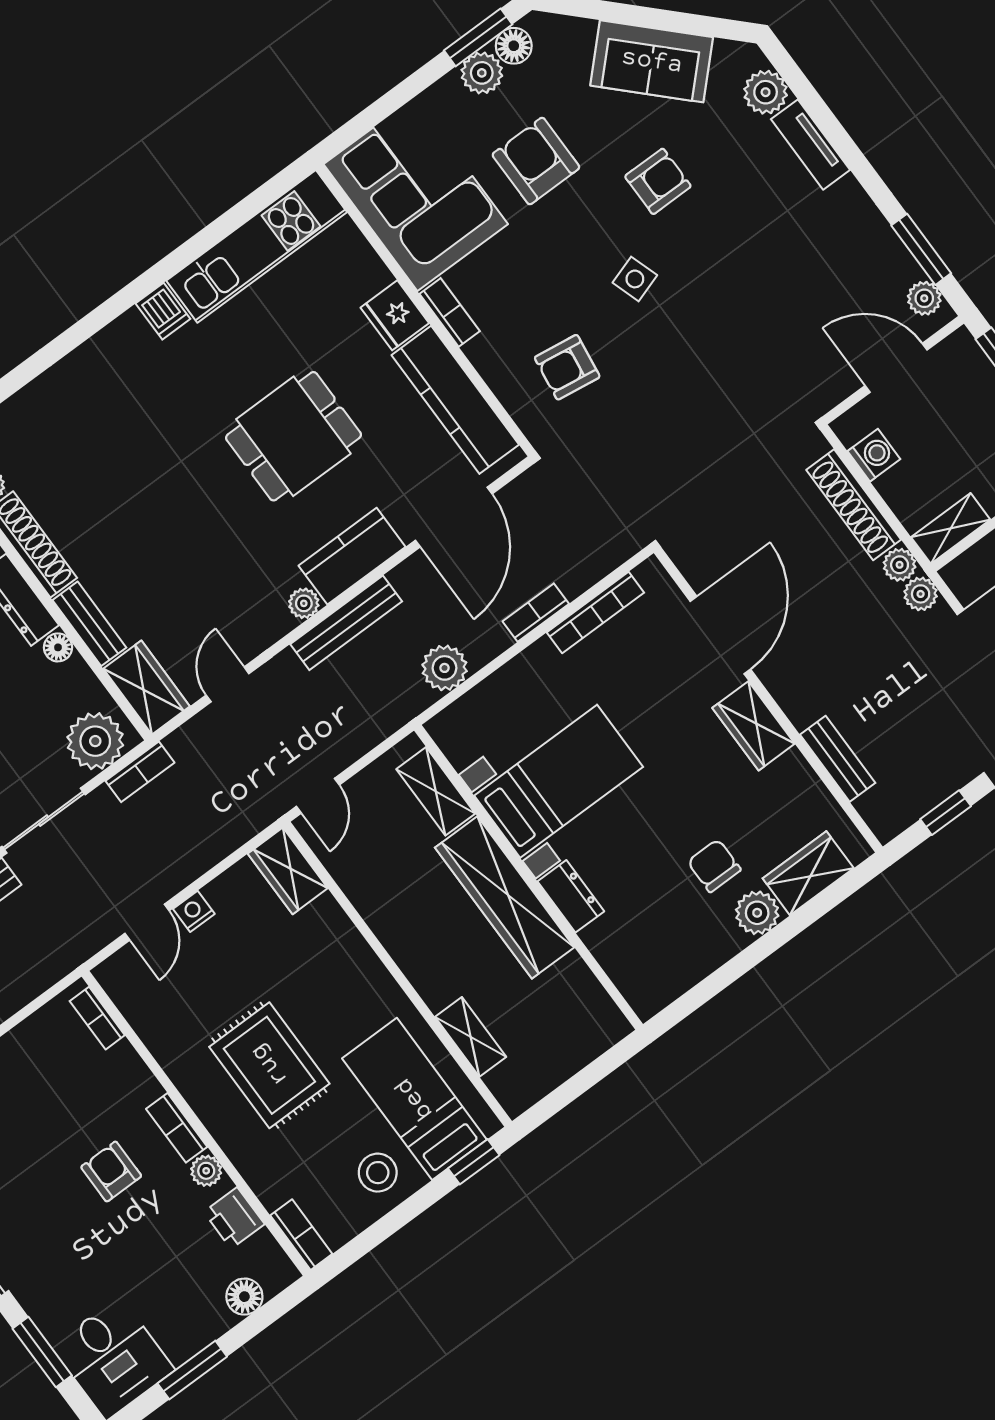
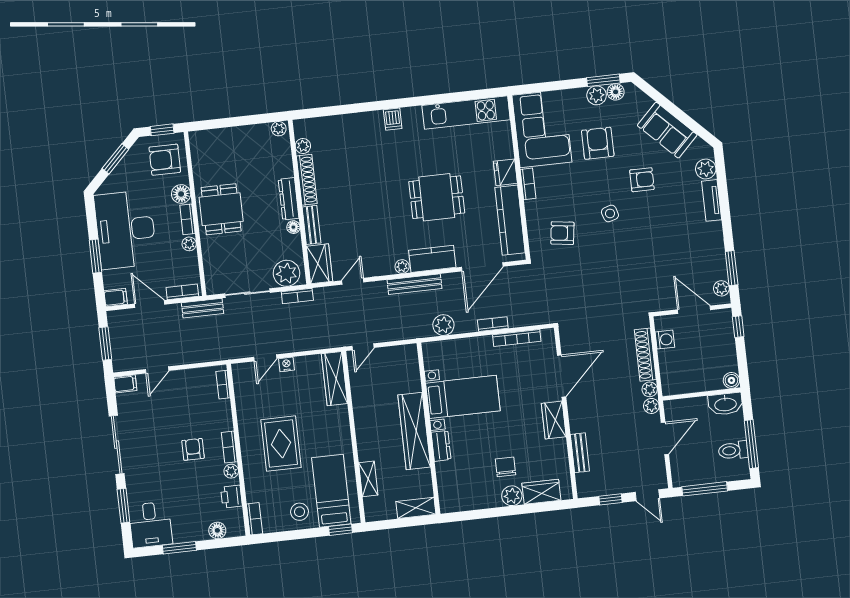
dishwasher: (163, 311) -> (393, 119), moved
shelving: (951, 528) -> (679, 387), removed
shelving: (436, 791) -> (416, 508), moved, turned 90
wardrobe: (288, 871) -> (334, 379), width x1.50

